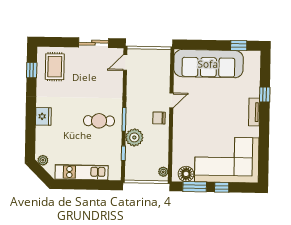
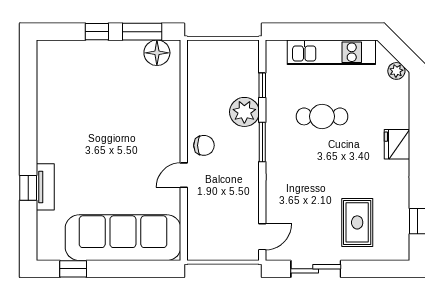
rug: (55, 67) -> (357, 222), moved
tv unit: (254, 112) -> (45, 187), moved
cafe table: (99, 121) -> (322, 116), moved
corner sofa: (227, 160) -> (89, 78), removed
plant: (163, 172) -> (195, 56), removed

